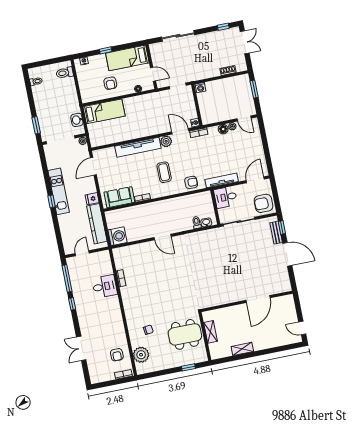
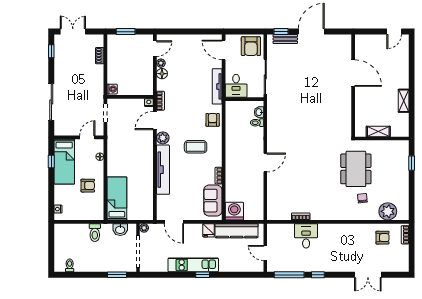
window: (106, 50) -> (51, 161), moved
toilet: (65, 73) -> (95, 233), moved
washing machine: (117, 236) -> (234, 211), moved
dining table: (185, 334) -> (356, 169), moved

